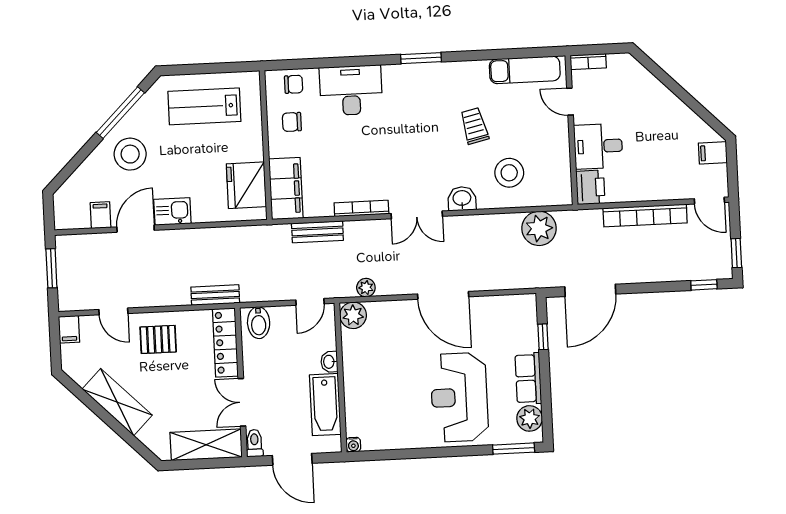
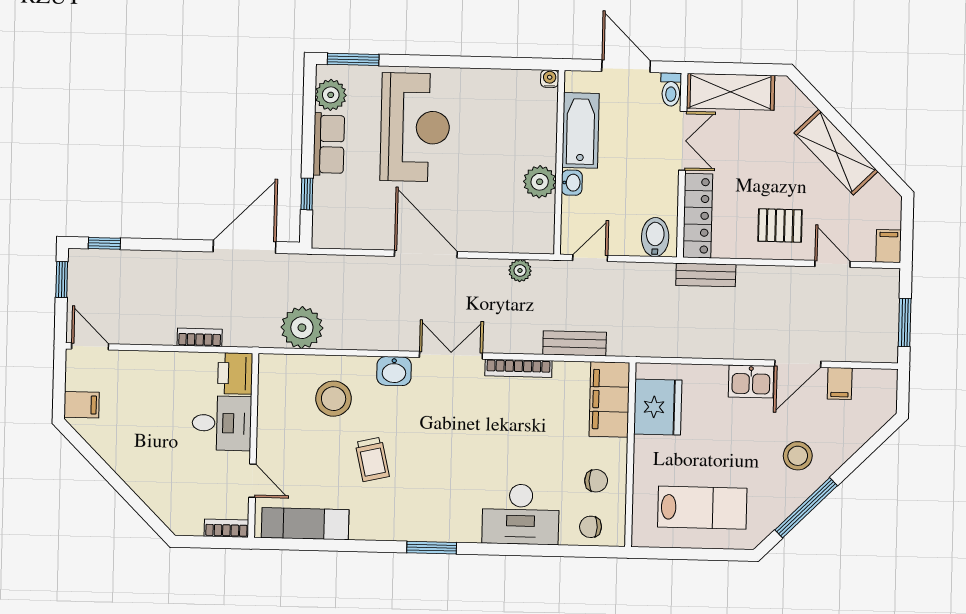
stool: (130, 154) -> (798, 456), width x0.73, depth x0.73
bookcase: (645, 215) -> (200, 337), width x0.43, depth x0.76
plant: (353, 315) -> (540, 182), moved

